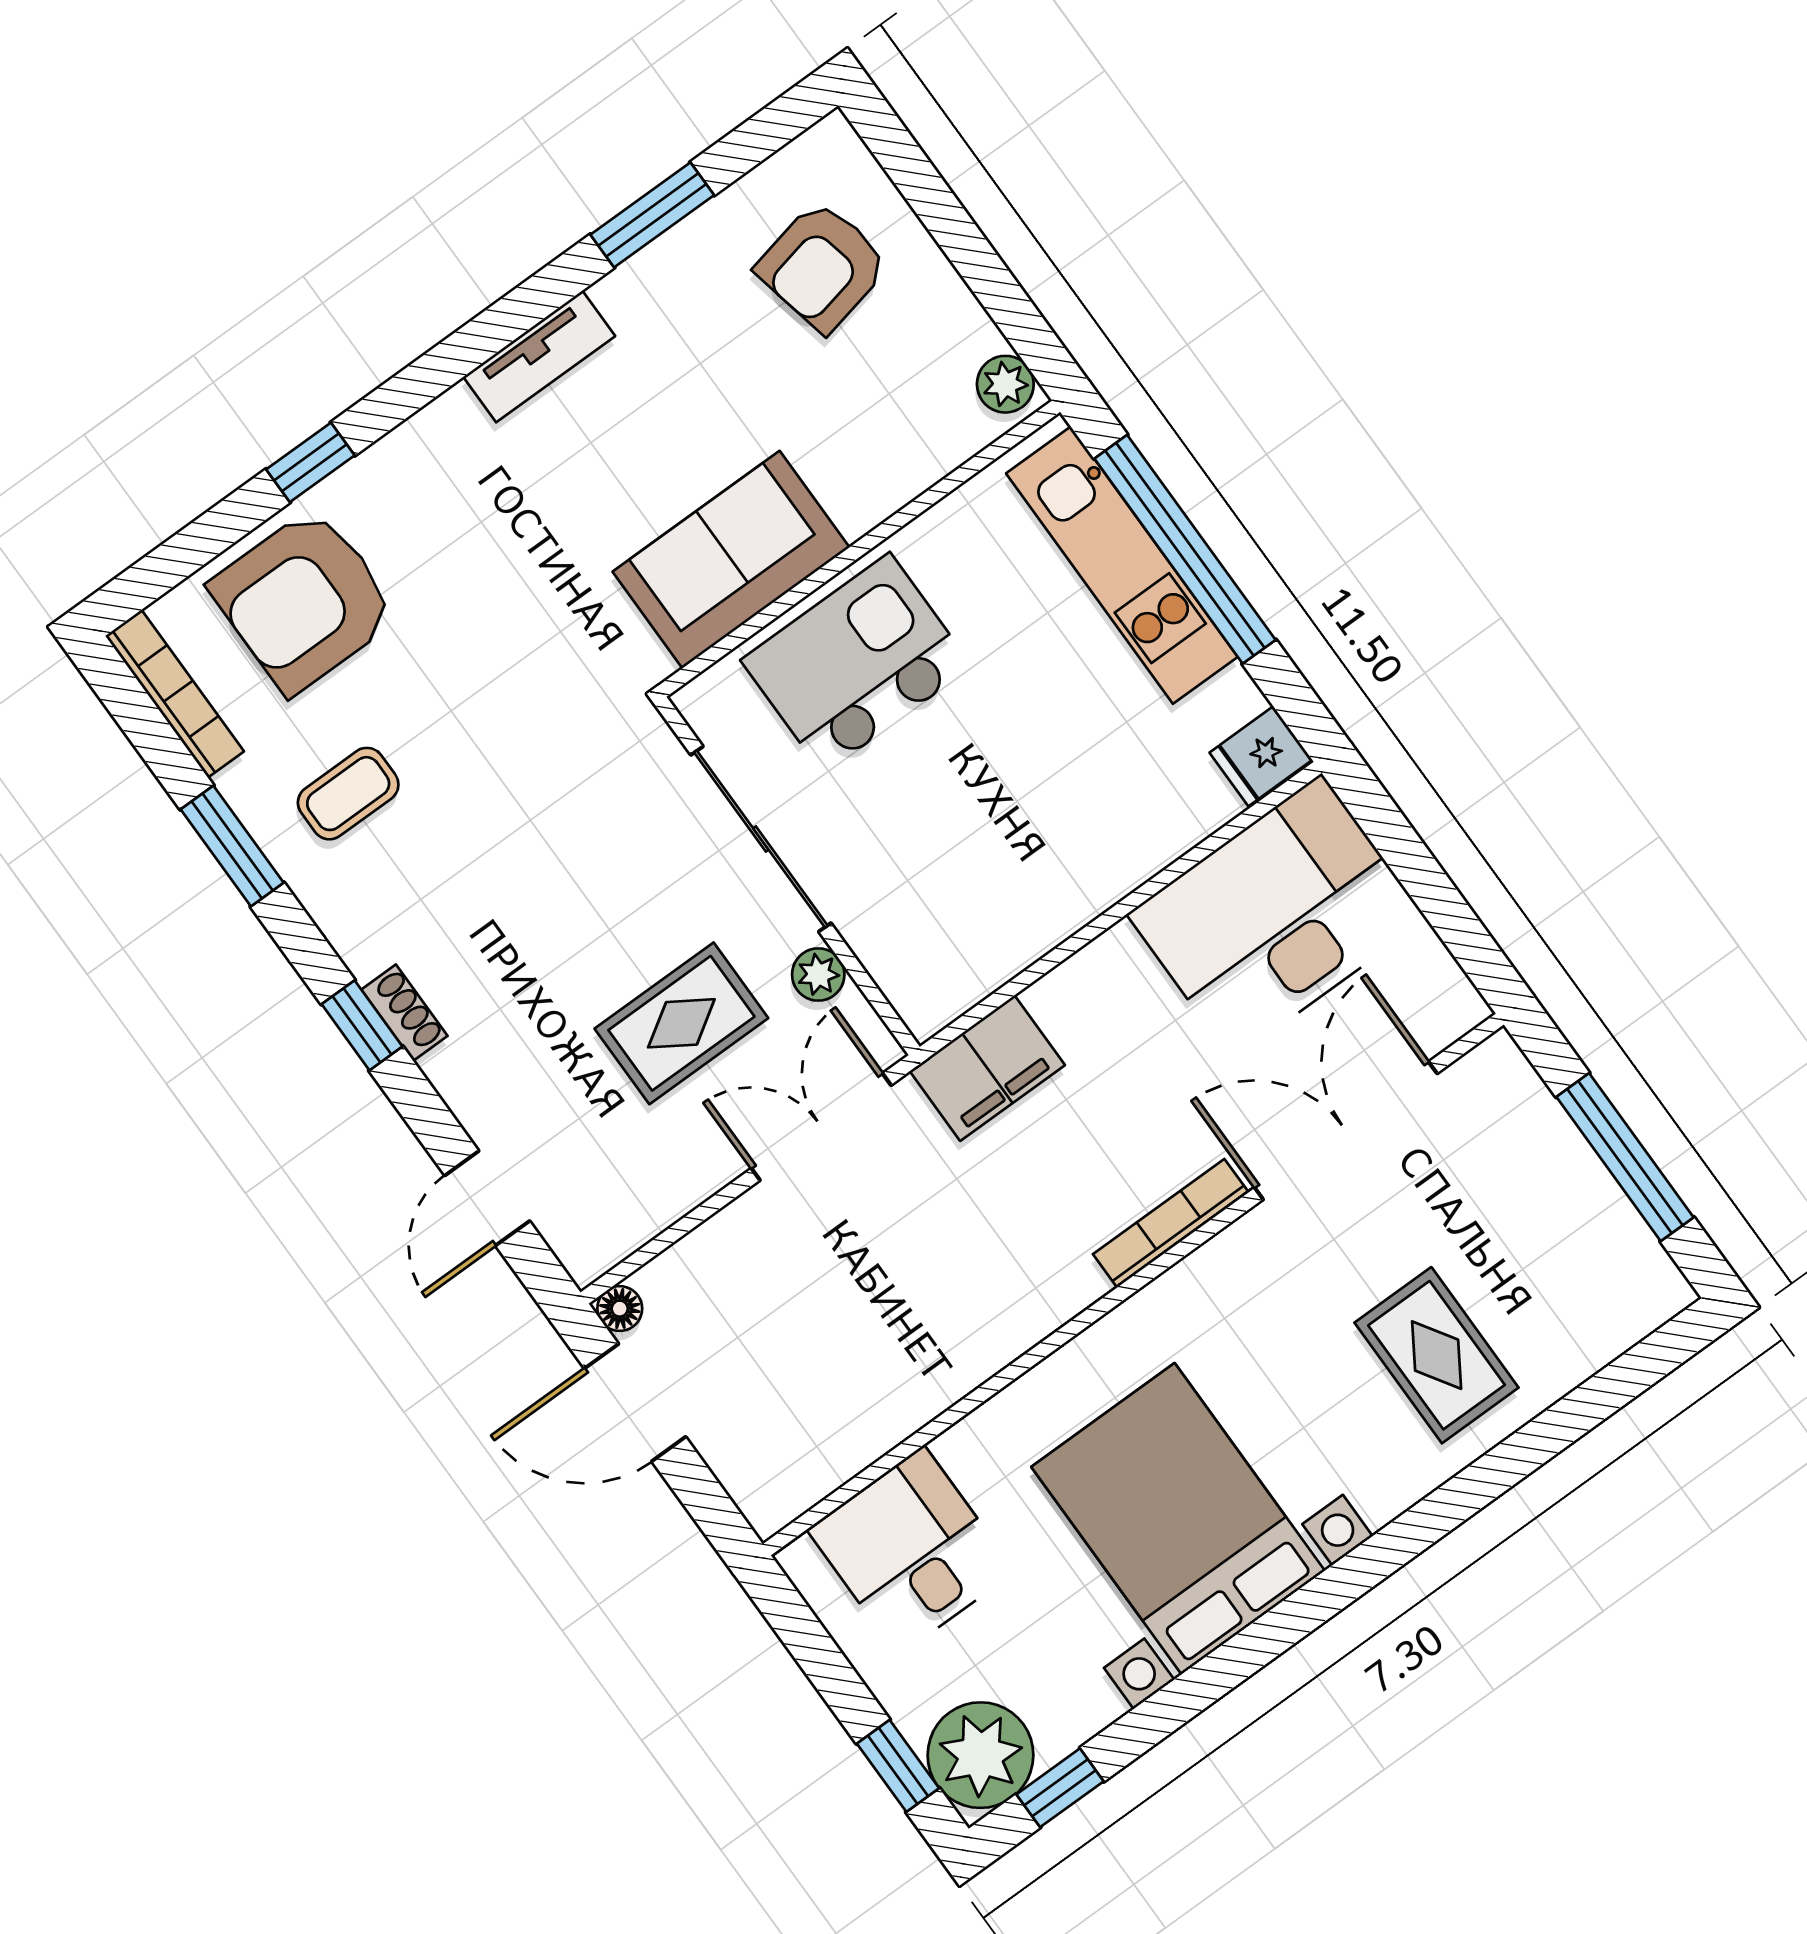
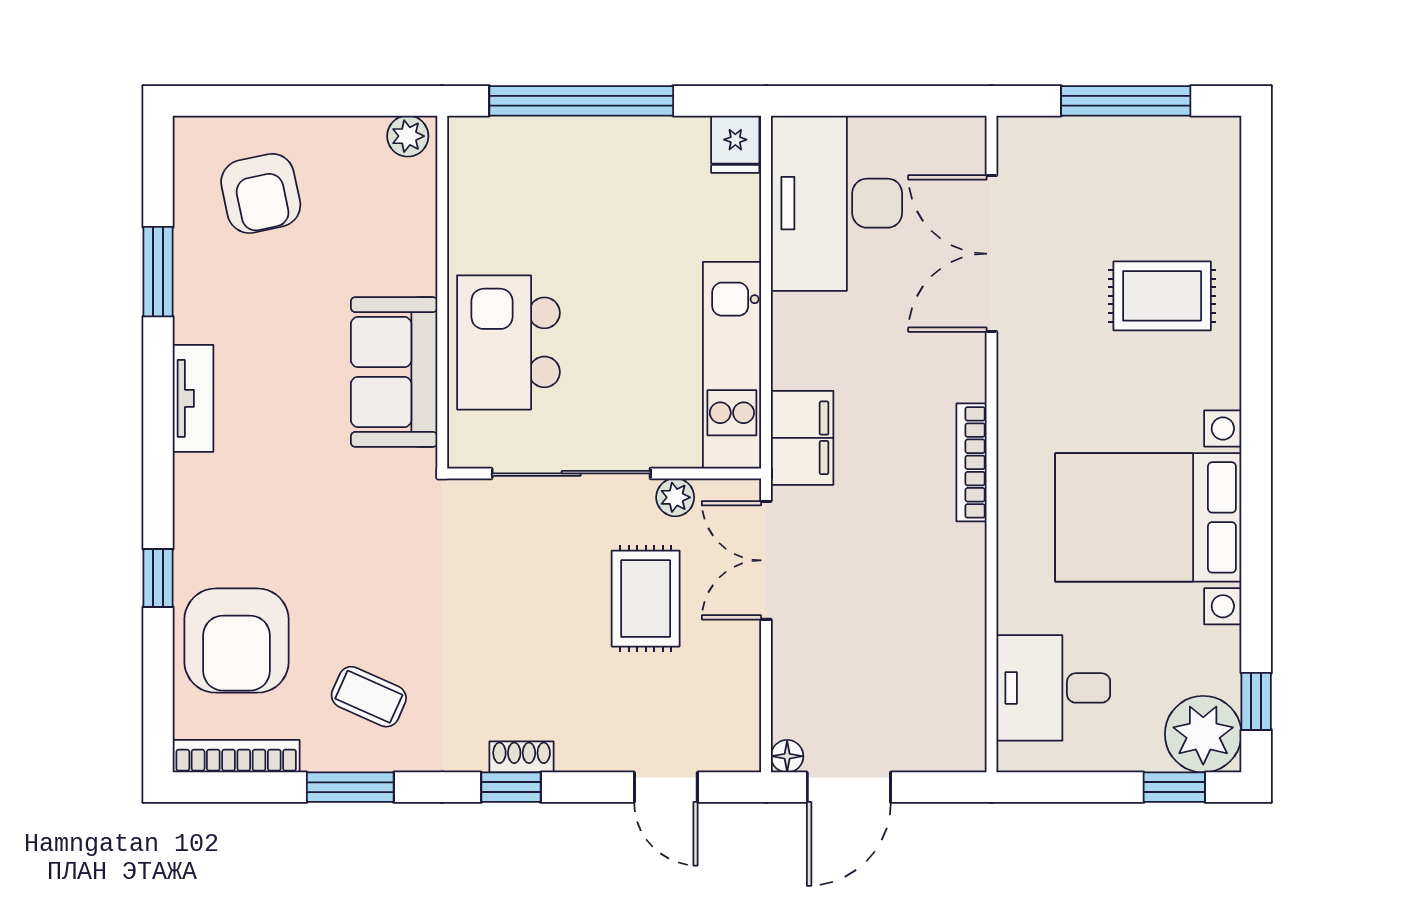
kitchen unit: (1122, 565) -> (732, 365), moved, turned 90
coffee table: (348, 794) -> (369, 697), turned -66
bookcase: (1171, 1223) -> (971, 462), moved

